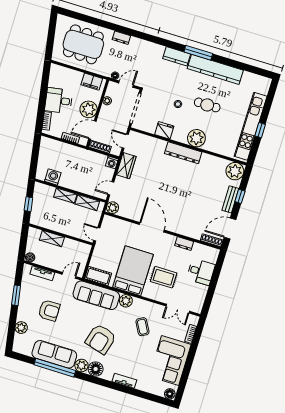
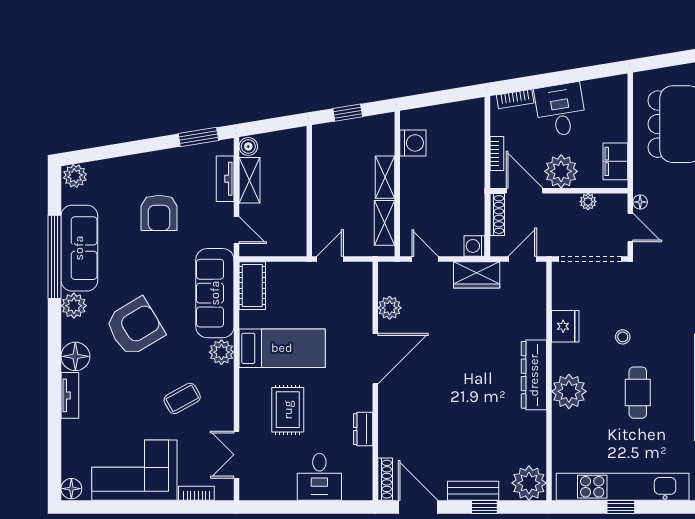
plant: (113, 208) -> (390, 308), moved
shelving: (52, 239) -> (250, 180), moved
bed: (133, 271) -> (282, 348), width x0.67
window: (16, 295) -> (198, 137), moved
plant: (21, 328) -> (75, 176), moved
armchair: (101, 339) -> (135, 327), turned 133
floor lamp: (96, 369) -> (75, 356), moved

